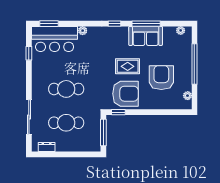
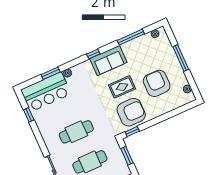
window: (49, 24) -> (51, 73), moved
window: (146, 24) -> (131, 37), moved
sofa: (146, 36) -> (108, 61), moved
window: (194, 64) -> (181, 58), width x0.68
window: (103, 132) -> (127, 156), width x0.69

